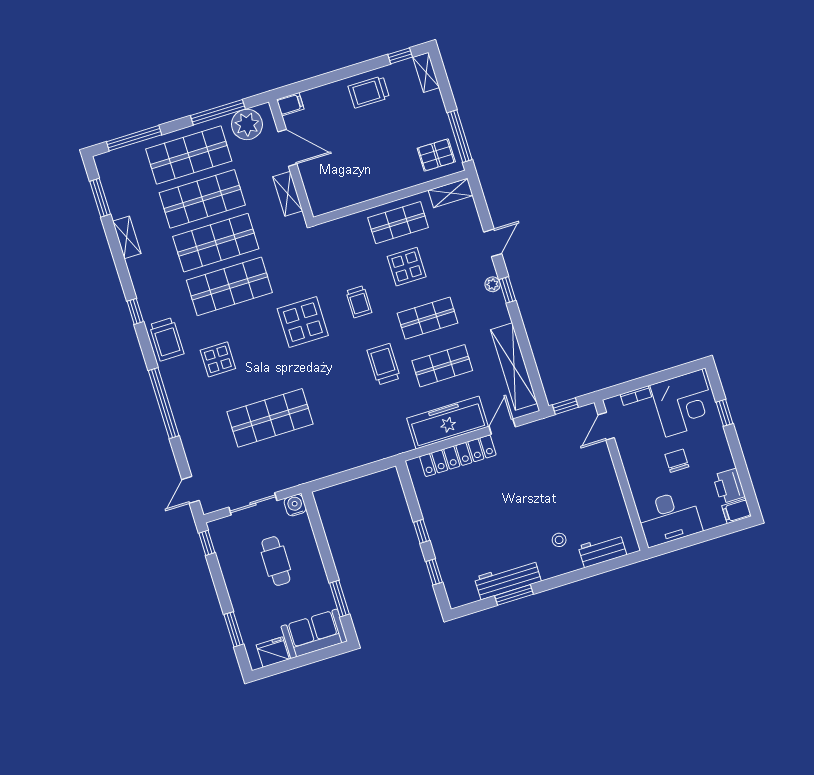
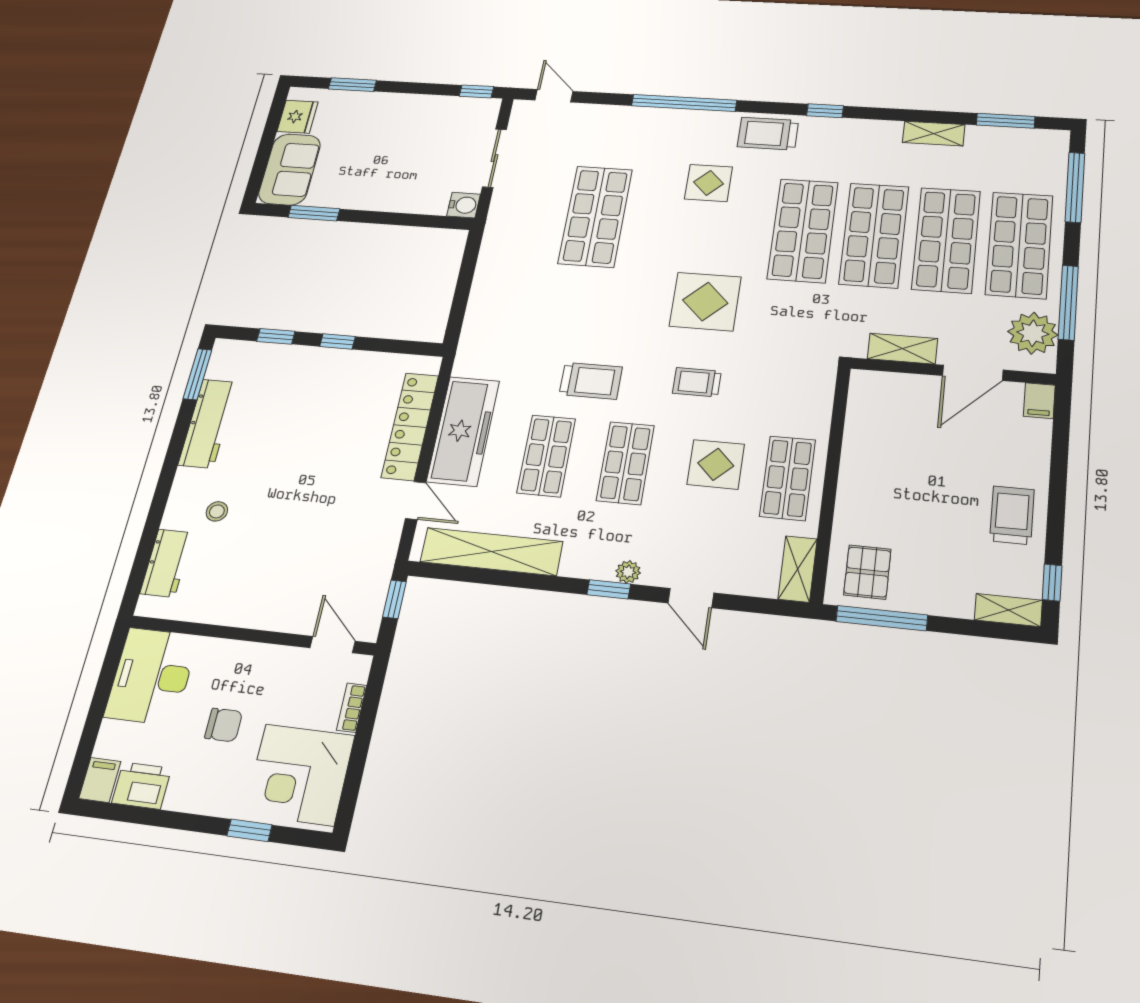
cafe table: (276, 561) -> (406, 159), removed
window: (514, 595) -> (198, 374), moved

